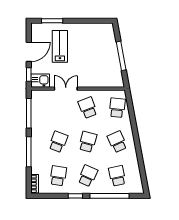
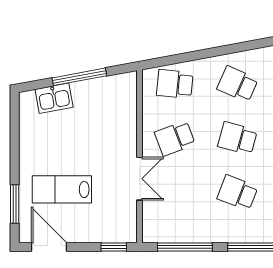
door: (29, 52) -> (49, 247), moved
kitchen sink: (40, 81) -> (54, 98), moved, turned -100
double door: (66, 89) -> (140, 179), swing flipped
school desk: (117, 142) -> (237, 84), turned 48

